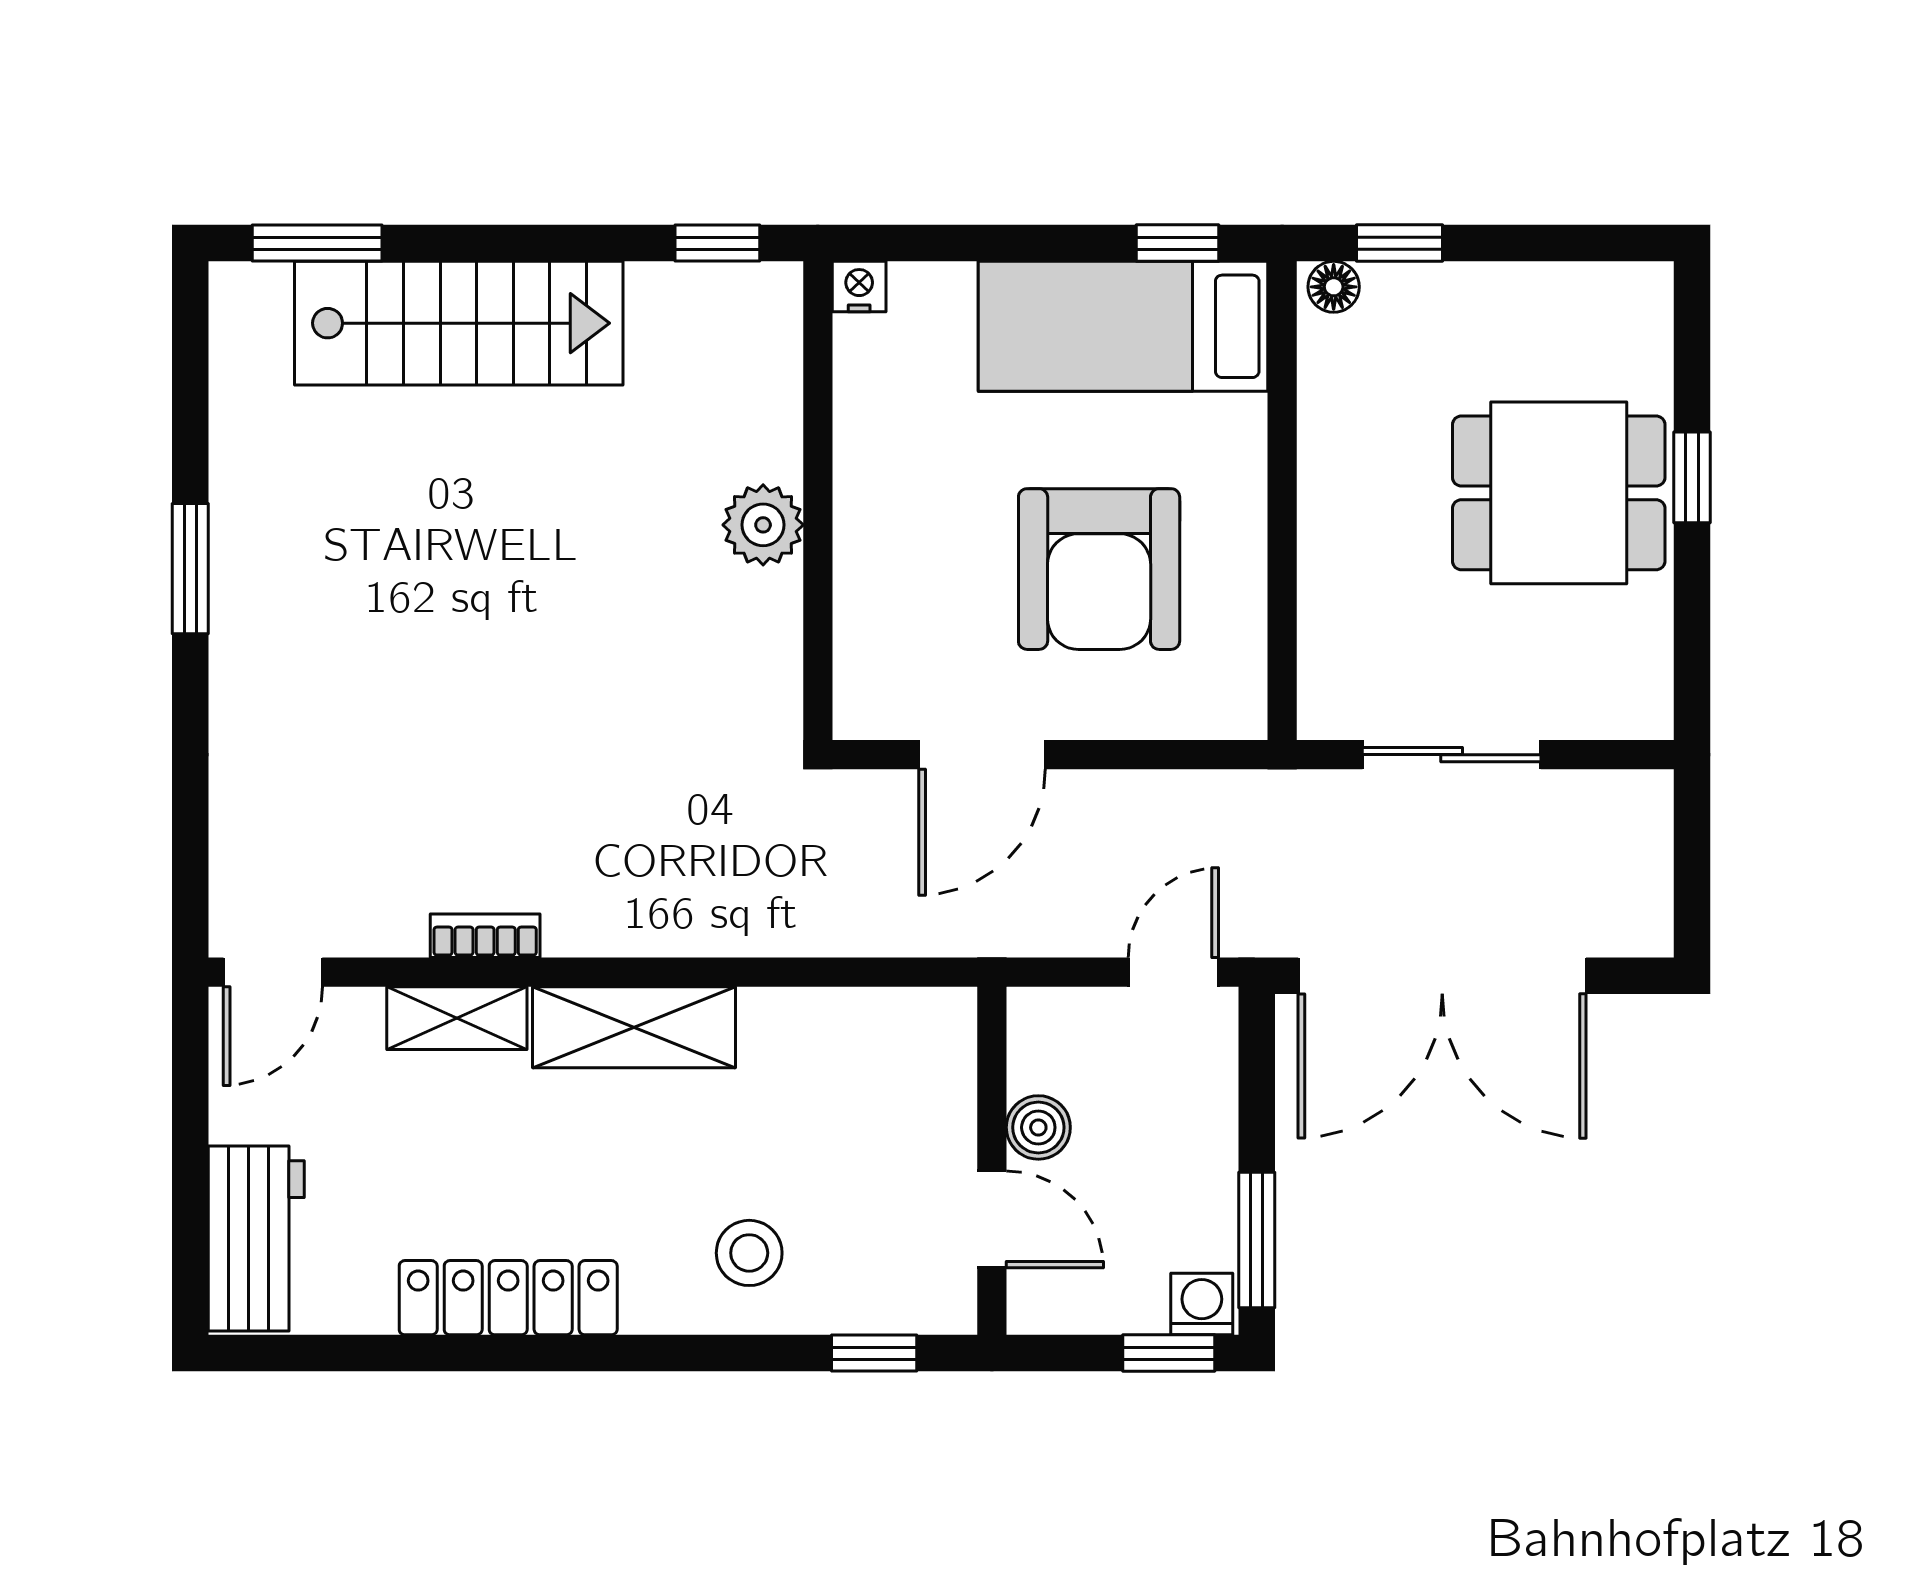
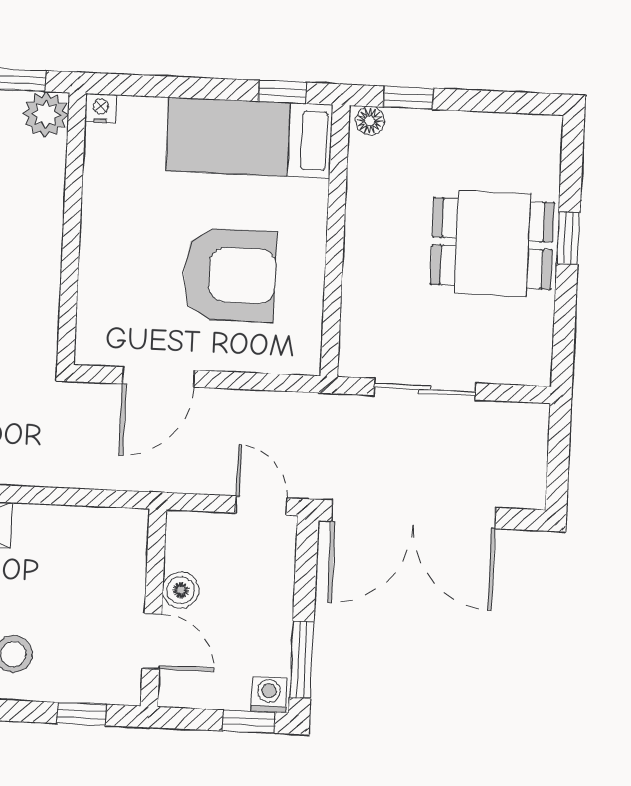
plant: (763, 525) -> (46, 114), moved
armchair: (1099, 569) -> (230, 275), turned -90
door: (1173, 972) -> (261, 506), hinge flipped

